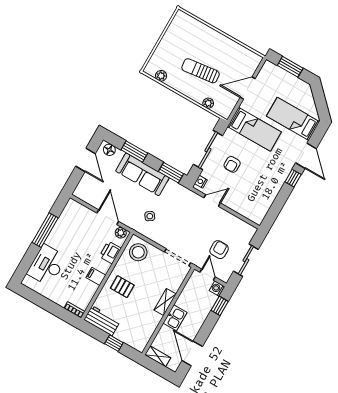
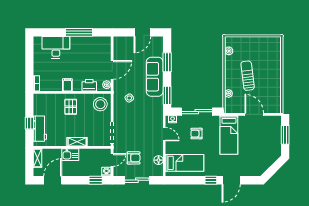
bed: (293, 119) -> (185, 163), moved, turned 90
floor lamp: (109, 150) -> (159, 160), moved
workbench: (102, 321) -> (40, 129), moved

